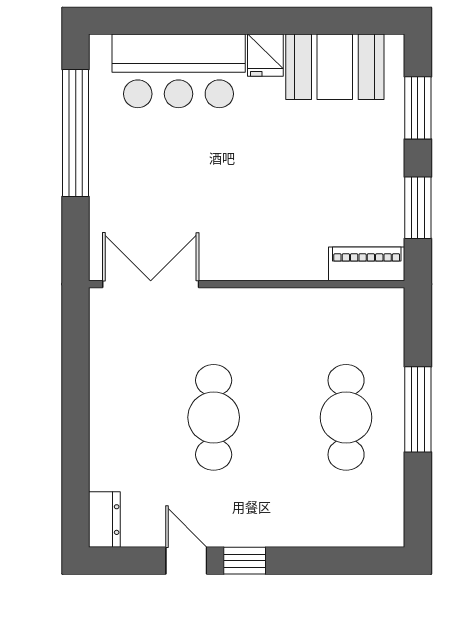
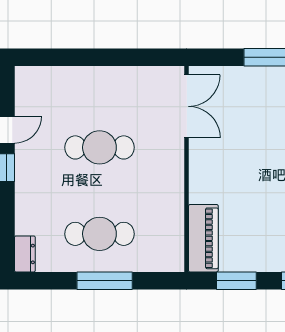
piano: (367, 264) -> (203, 238), width x1.37, depth x1.33
dresser: (104, 520) -> (25, 254), moved, turned -90

